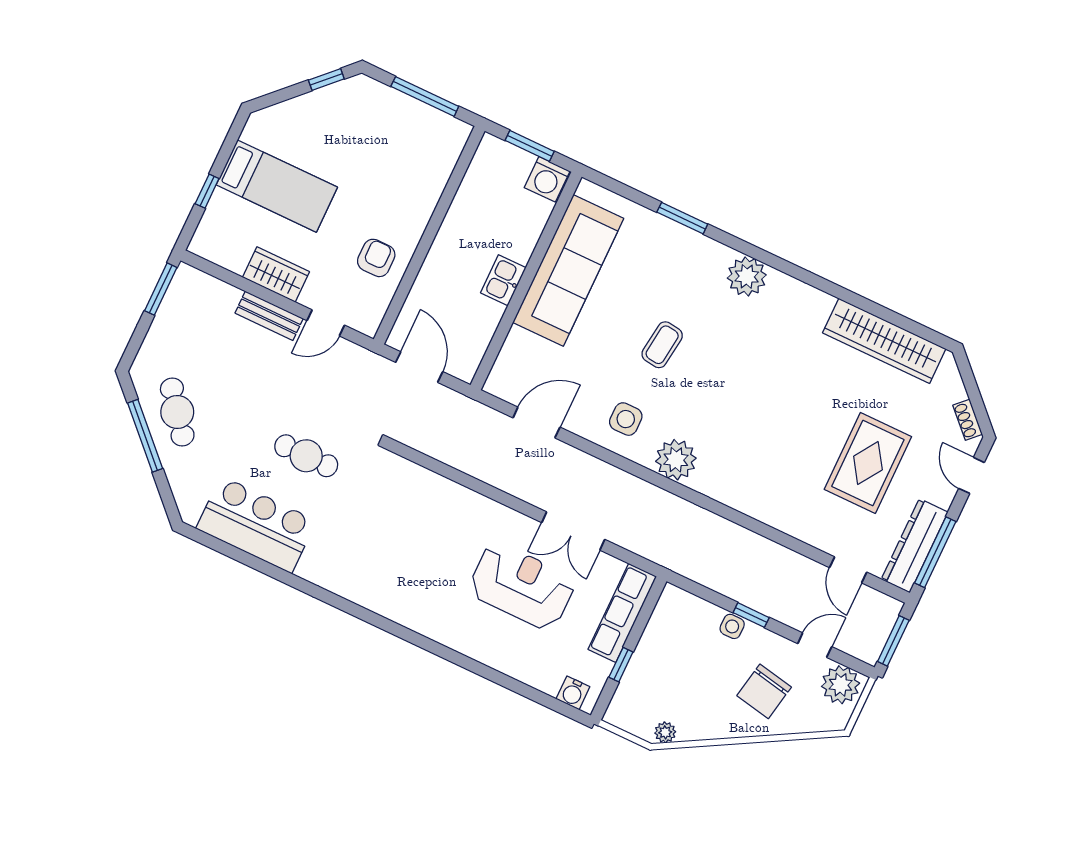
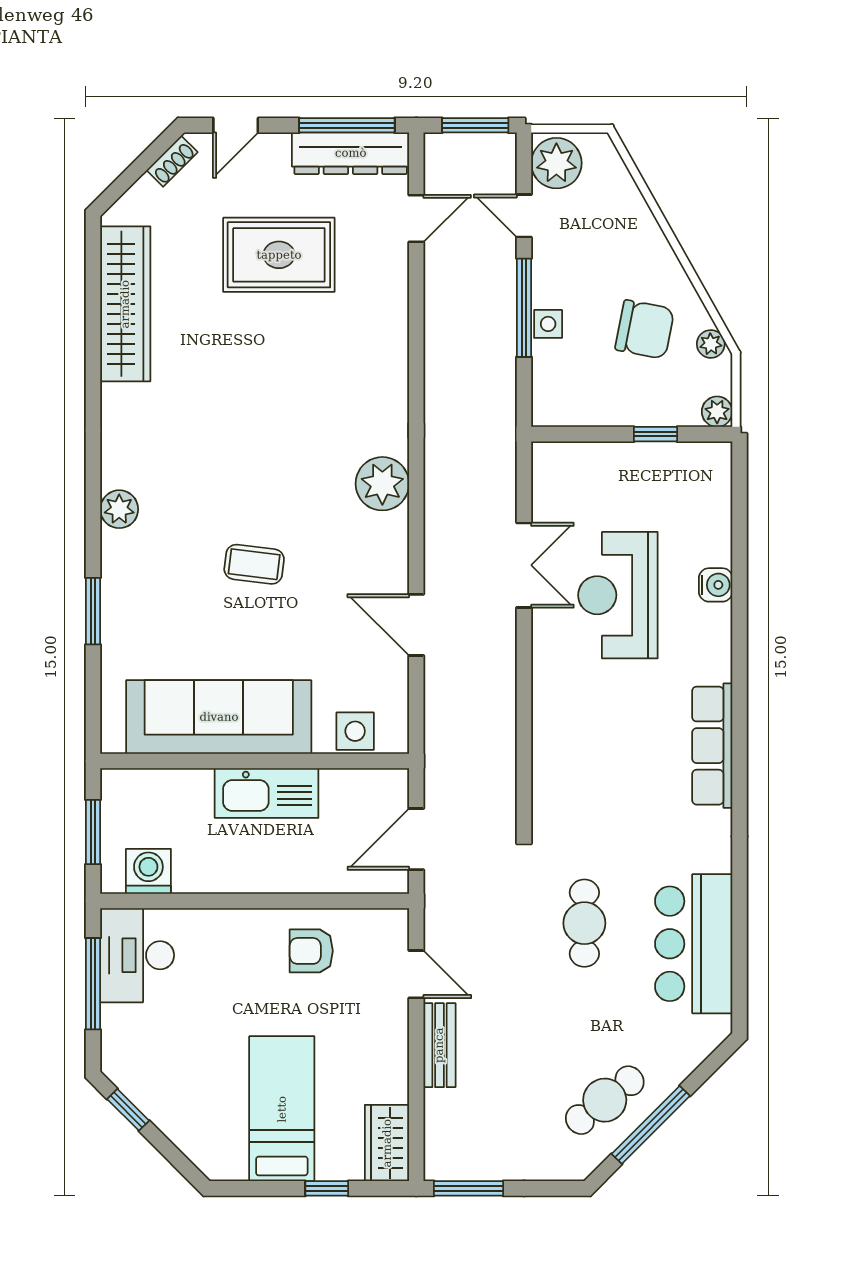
desk: (430, 136) -> (137, 955), added
washing machine: (547, 179) -> (148, 871), moved, turned -90
wardrobe: (276, 275) -> (387, 1143), moved
plant: (747, 277) -> (119, 509), width x0.73, depth x0.73
kitchen sink: (503, 280) -> (267, 793), width x1.87, depth x1.24
side table: (626, 419) -> (355, 731), moved
door: (536, 422) -> (416, 625), moved
row of seats: (622, 613) -> (712, 746), moved, turned 90
window: (751, 615) -> (524, 308), width x2.17
chair: (764, 691) -> (645, 329), moved
water cooler: (573, 693) -> (716, 585), moved
plant: (616, 715) -> (717, 412), added

